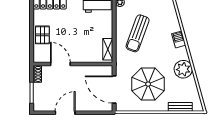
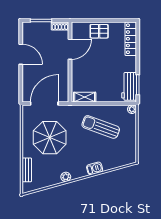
plant: (183, 69) -> (66, 177), width x0.53, depth x0.53

